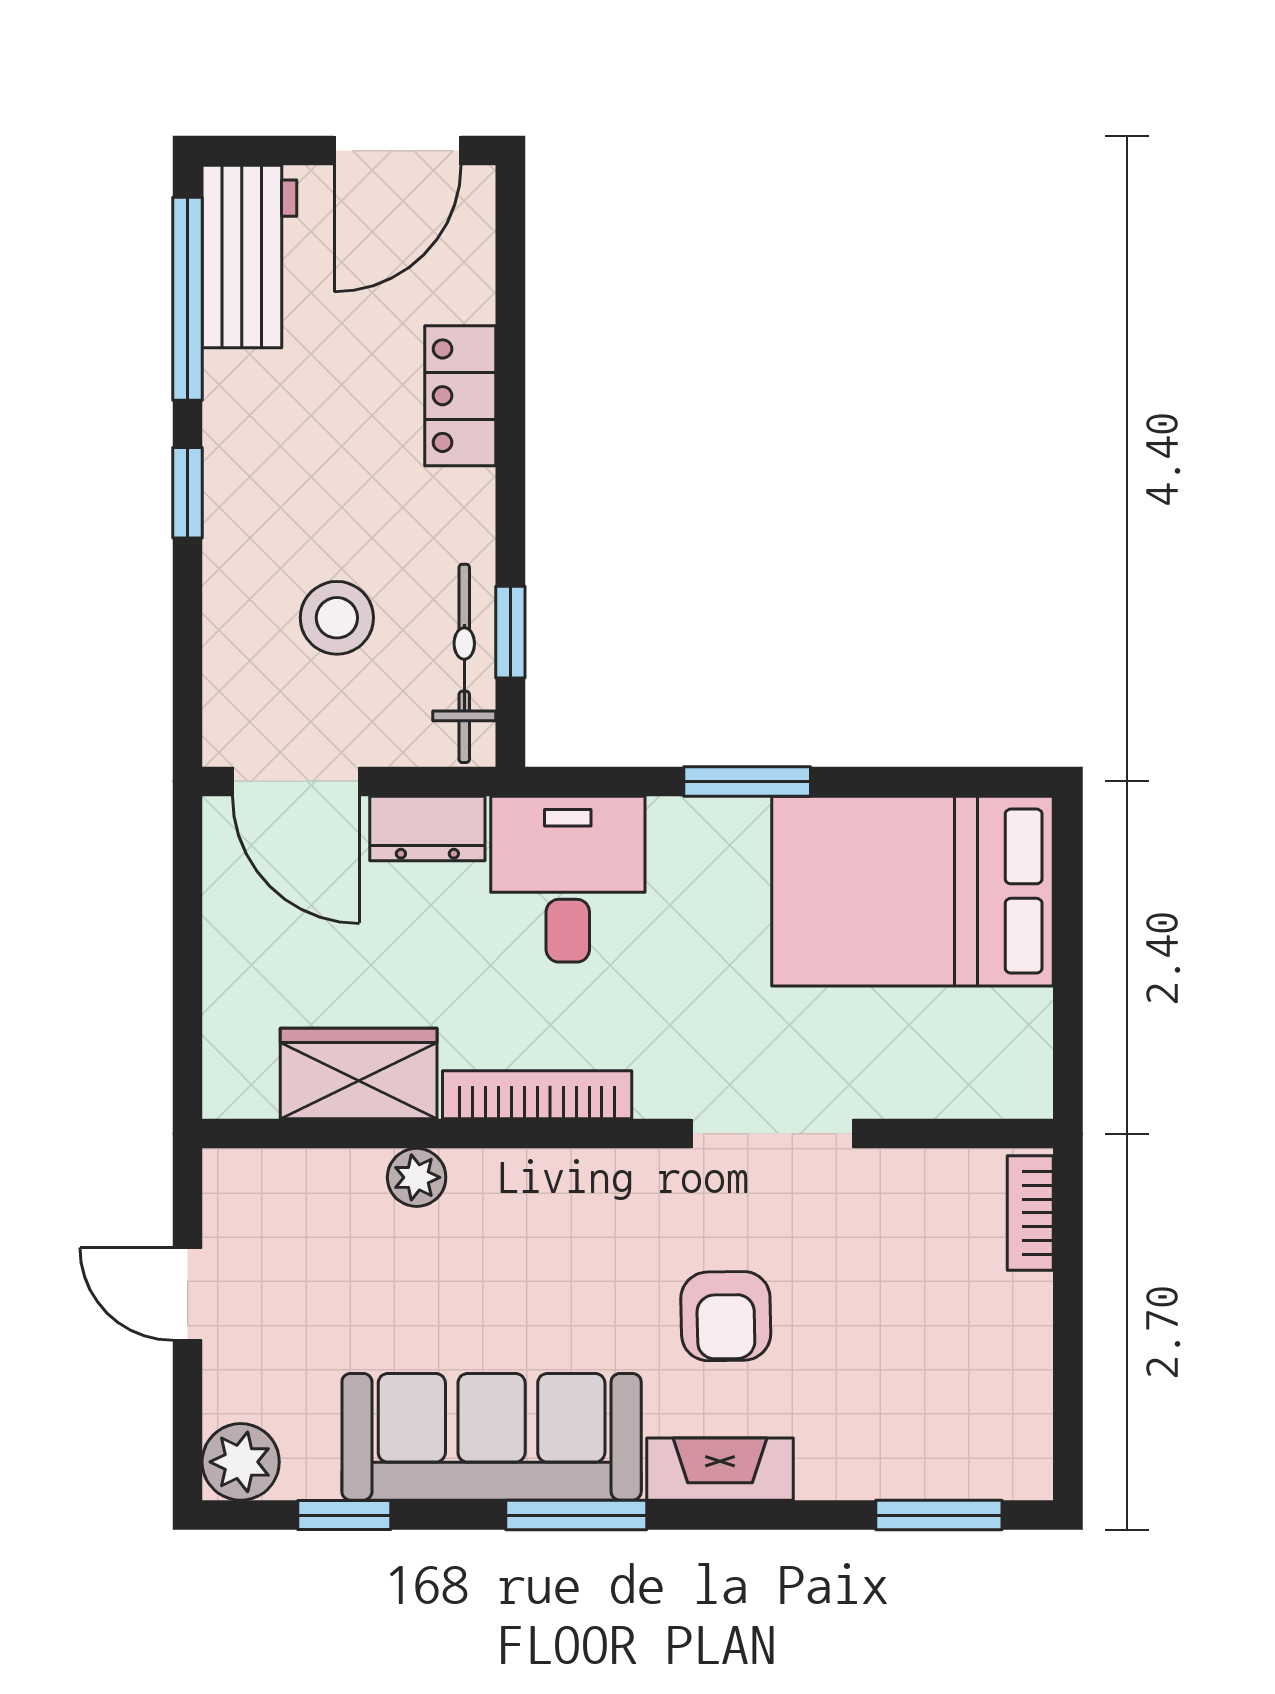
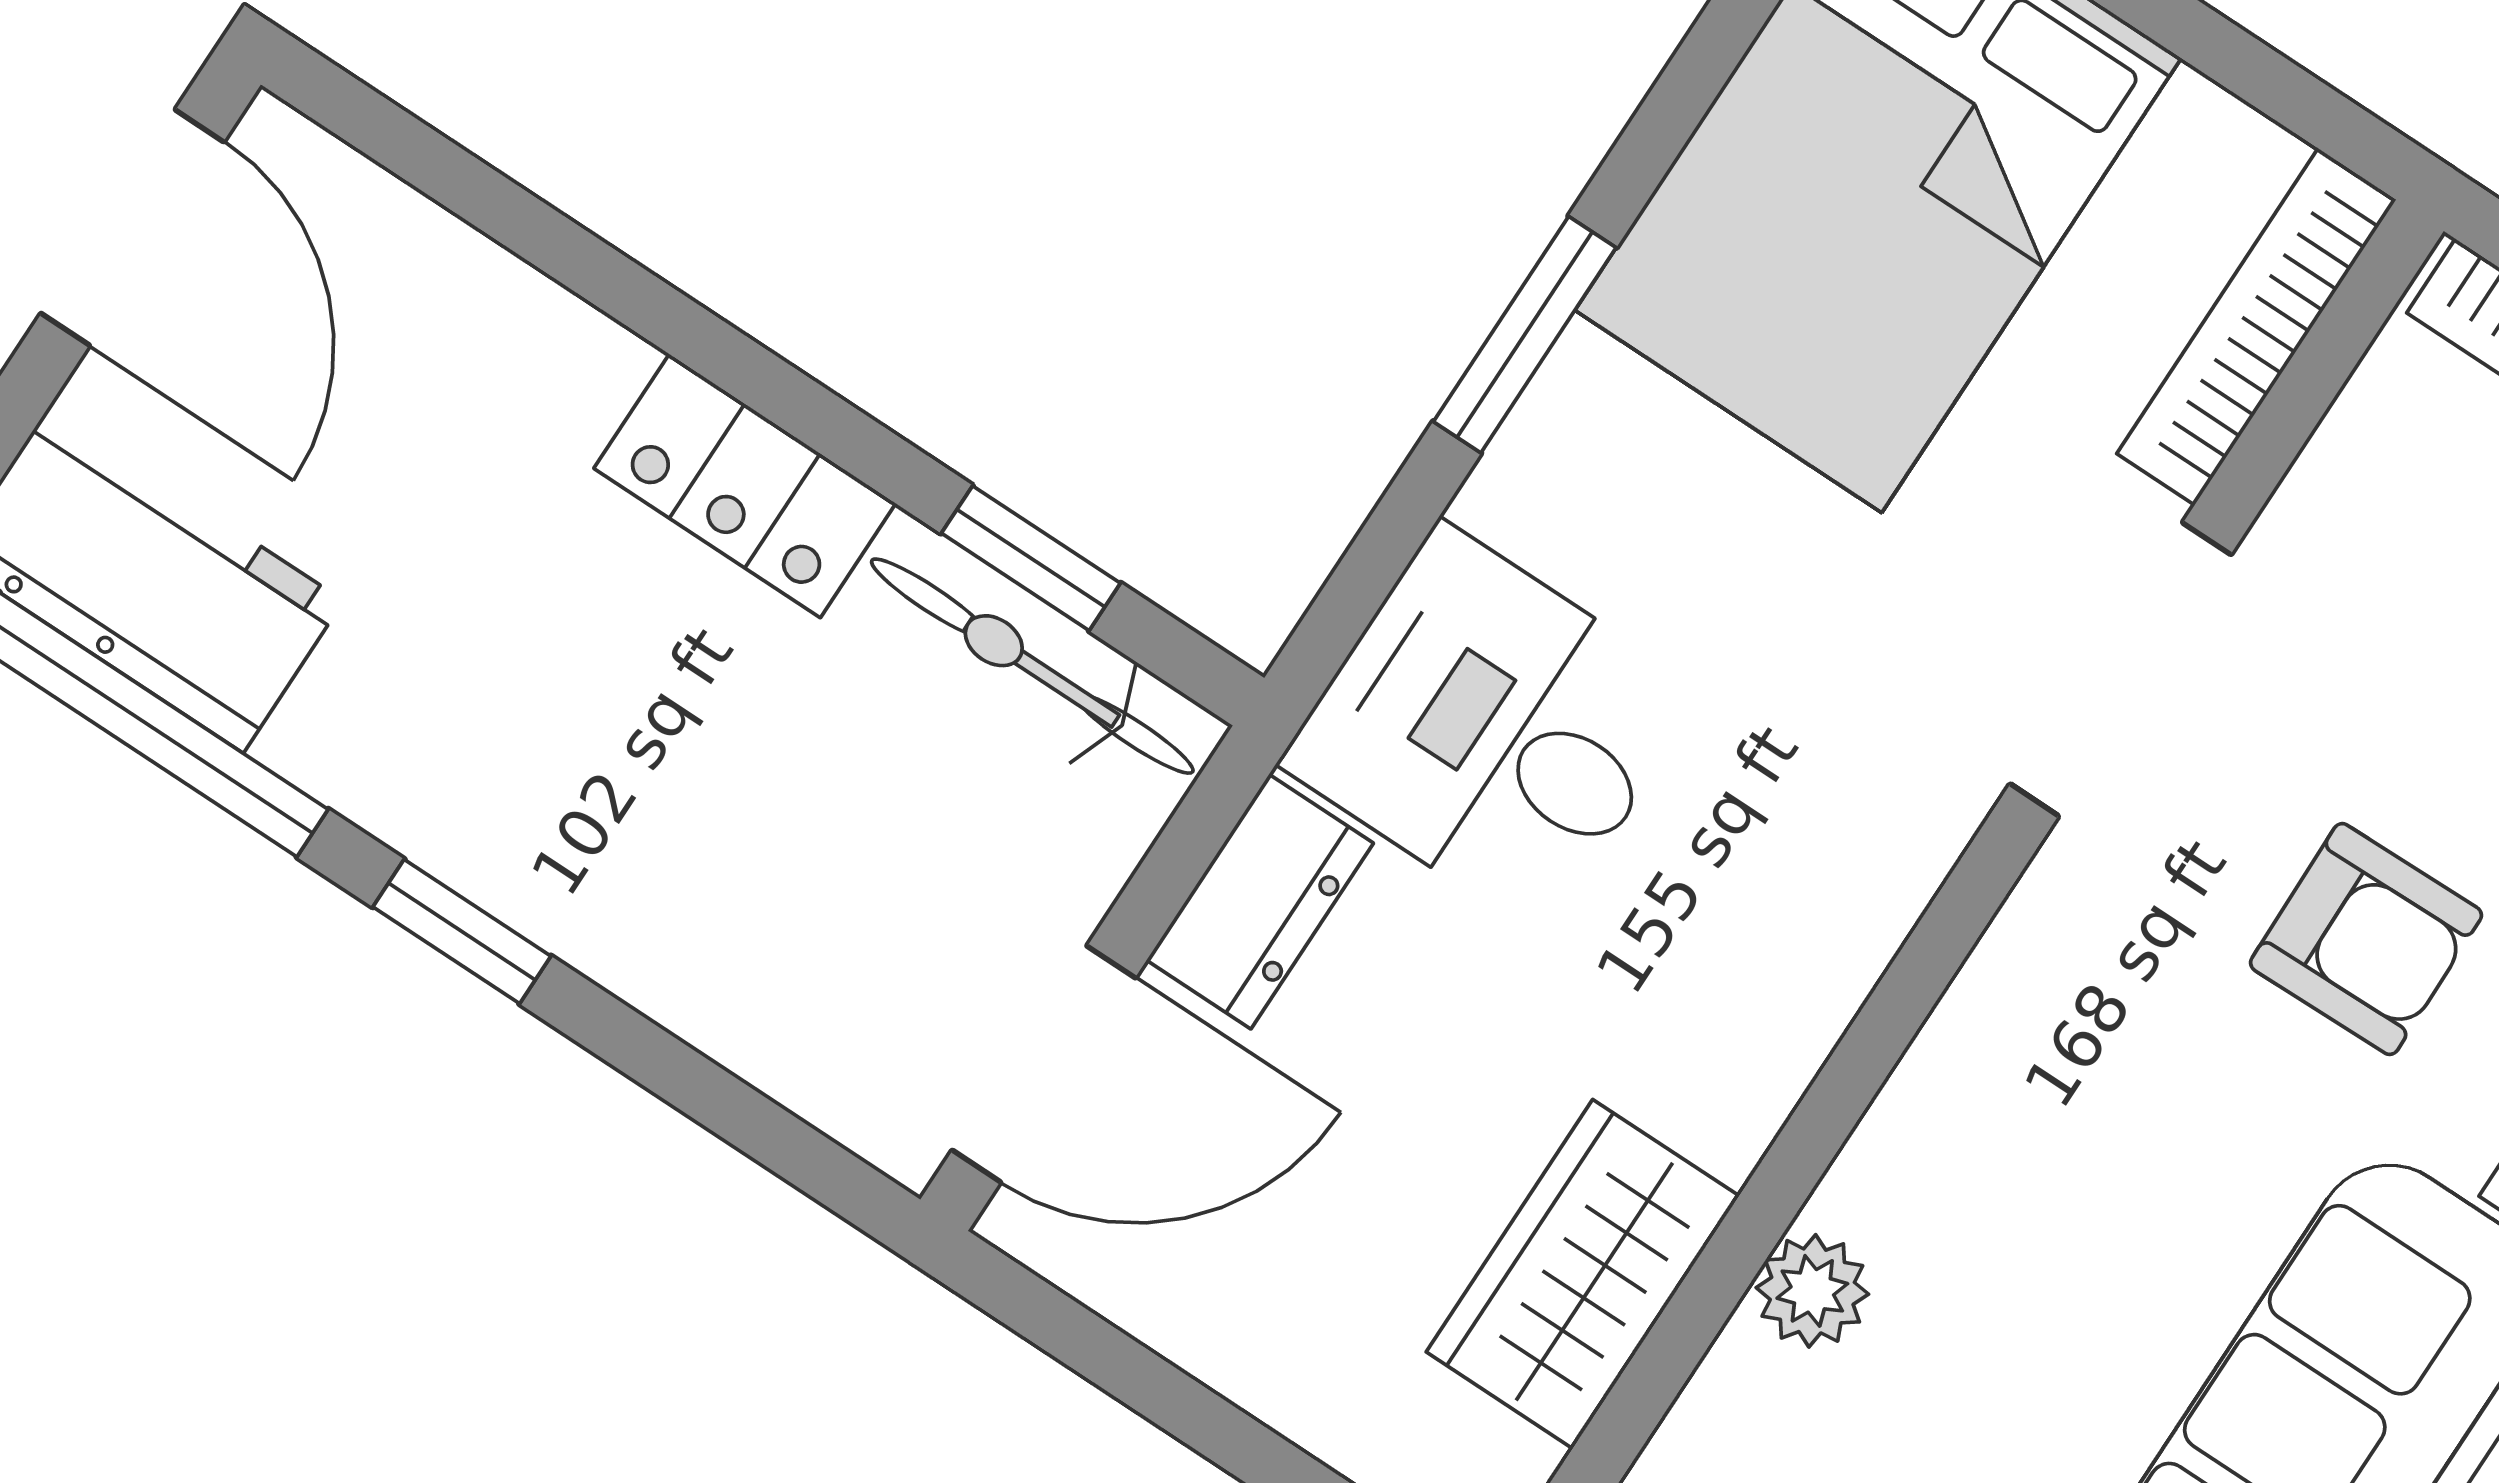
locker: (460, 396) -> (745, 486), moved
stool: (337, 618) -> (823, 823), removed
bookcase: (537, 1095) -> (2256, 327), moved

